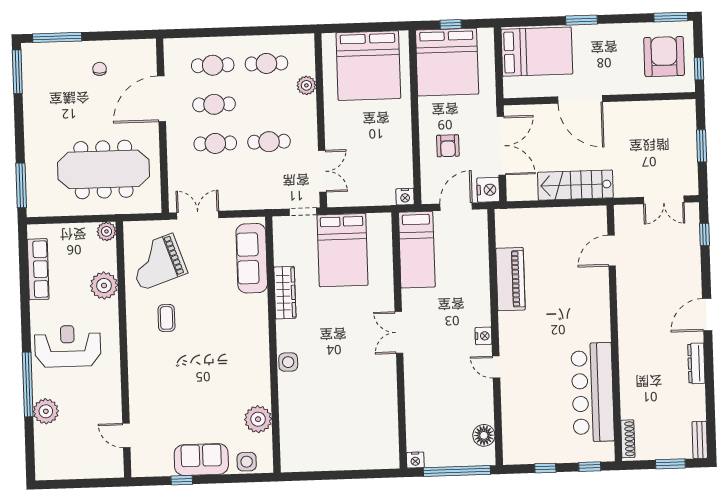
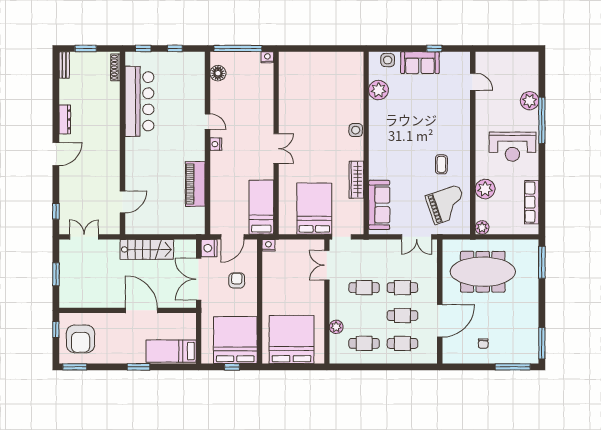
bed: (537, 52) -> (171, 351), width x0.67

